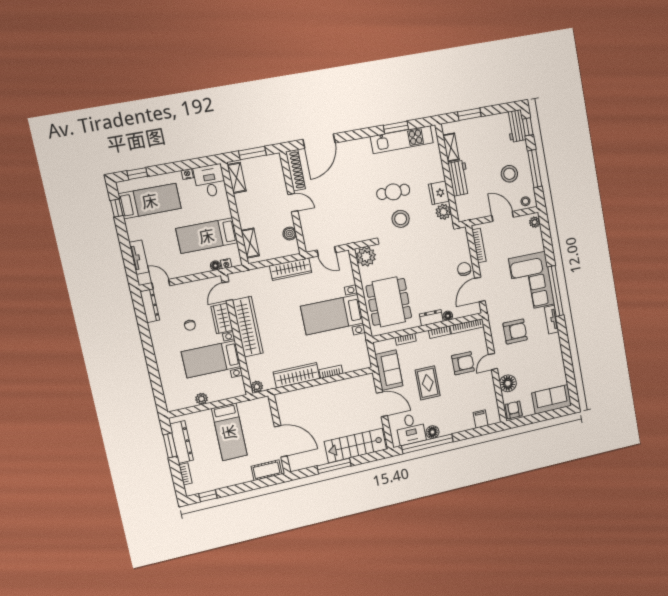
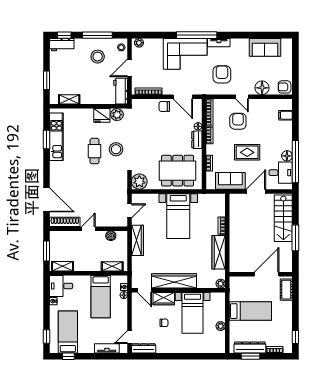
workbench: (459, 178) -> (121, 91), moved, turned -90
sofa: (552, 399) -> (265, 47), moved, turned -90

